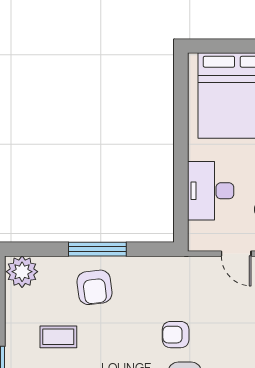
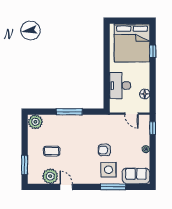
armchair: (94, 287) -> (68, 129), removed

